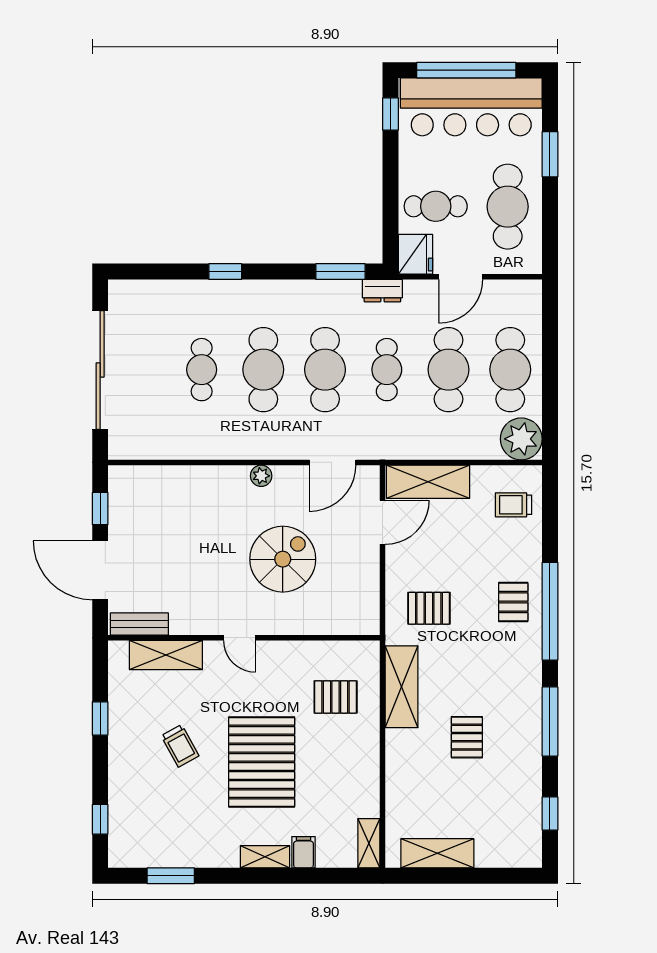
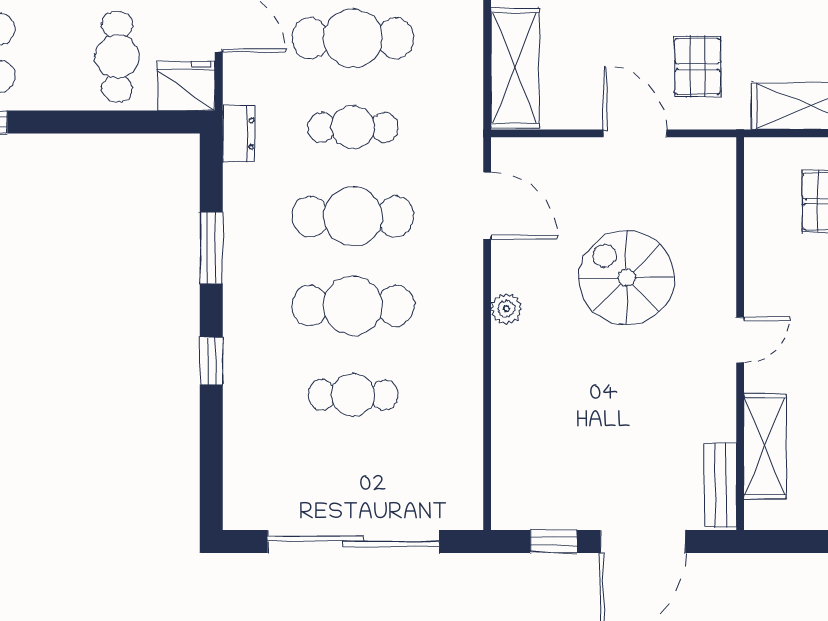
window: (341, 272) -> (211, 248), moved
door: (383, 522) -> (635, 133), moved

